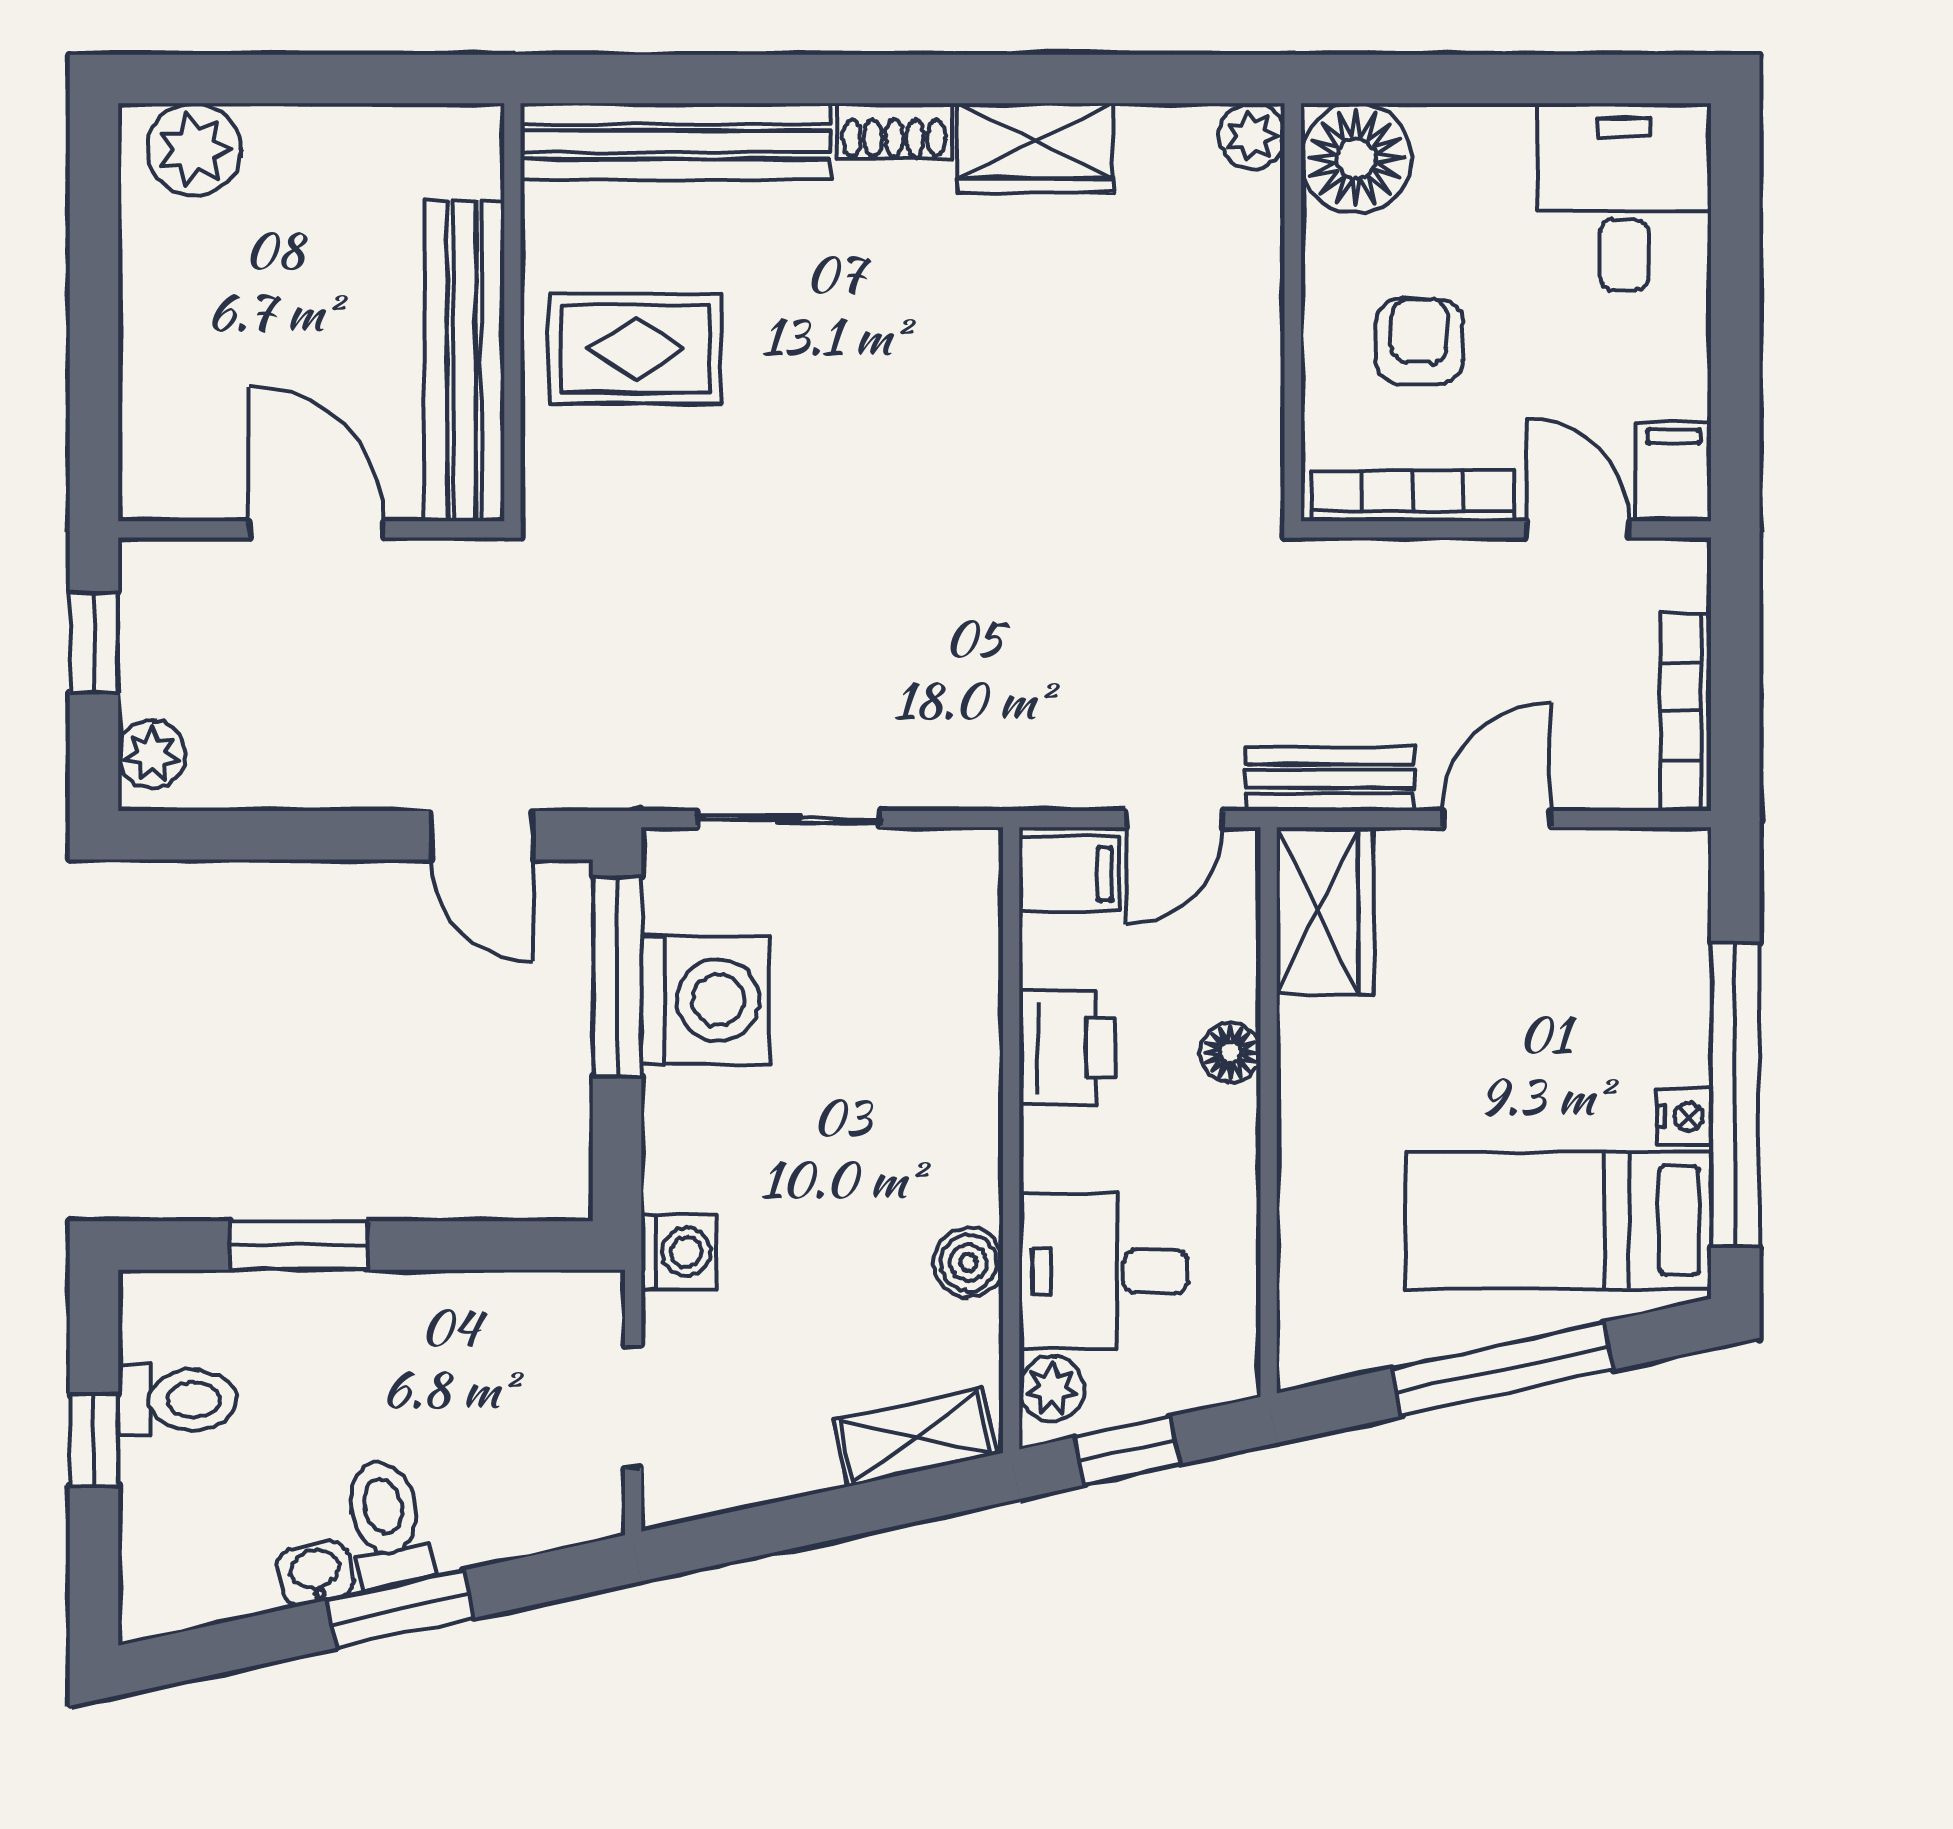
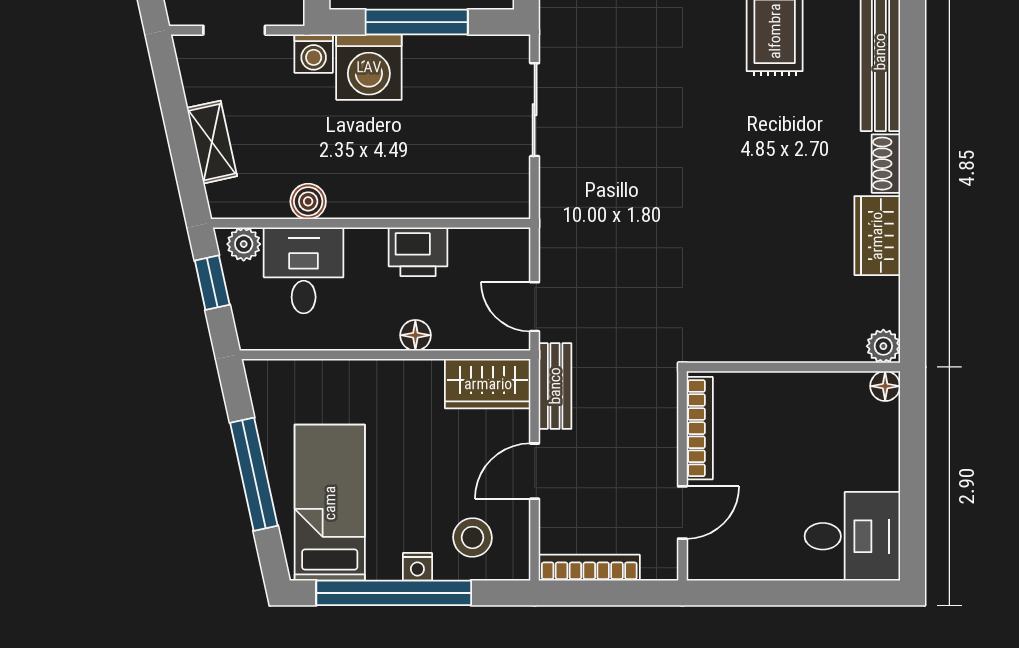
floor lamp: (1356, 158) -> (885, 386), width x0.53, depth x0.53
armchair: (1419, 342) -> (778, 432), removed
filing cabinet: (1674, 472) -> (712, 561), removed
door: (1497, 819) -> (535, 471), swing flipped
filing cabinet: (1069, 874) -> (507, 253), removed
stool: (1627, 941) -> (472, 537), added
window: (617, 977) -> (417, 22), moved
washing machine: (705, 1000) -> (369, 67), moved
nightstand: (1684, 1117) -> (417, 567), moved
shelving: (915, 1437) -> (212, 142), moved

